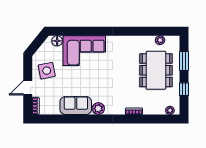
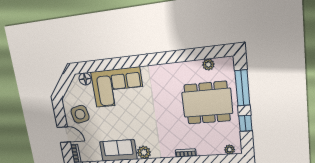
window: (184, 61) -> (242, 88), width x1.44
dining table: (156, 70) -> (207, 103), turned 90
door: (28, 88) -> (64, 135), swing flipped

